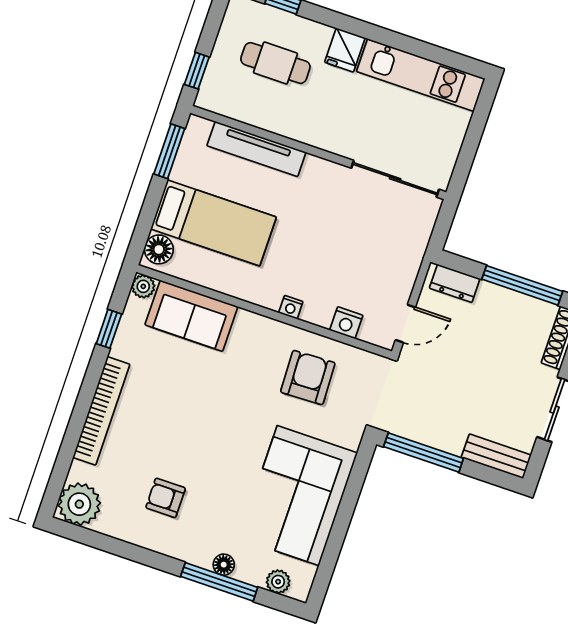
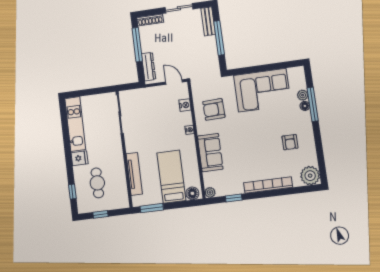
window: (197, 71) -> (101, 214), moved
dresser: (455, 283) -> (149, 67), width x1.44
sofa: (191, 316) -> (210, 153), moved
window: (424, 452) -> (219, 38), moved
plant: (278, 582) -> (303, 95), moved

